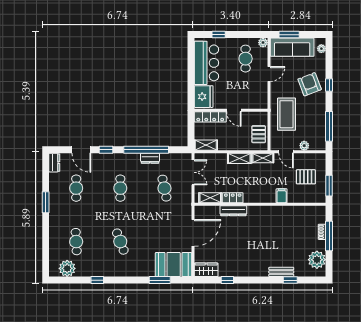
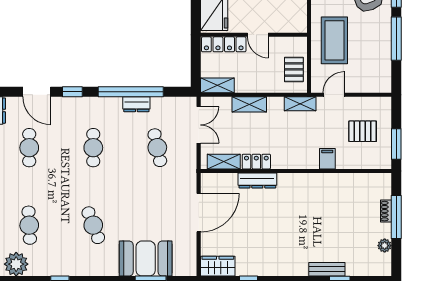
window: (329, 126) -> (396, 39), moved
plant: (304, 146) -> (360, 86), removed
door: (286, 152) -> (334, 95), swing flipped
shelving: (239, 158) -> (249, 104), moved
plant: (317, 260) -> (385, 246), width x0.53, depth x0.53
booth: (174, 265) -> (146, 259), moved

